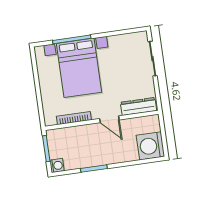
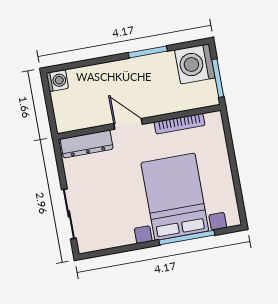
washing machine: (150, 146) -> (57, 81), width x0.53, depth x0.53
washing machine: (57, 166) -> (195, 64), width x1.89, depth x1.89

